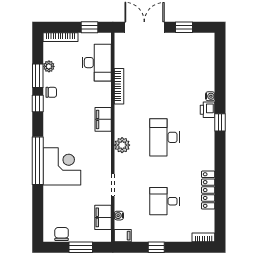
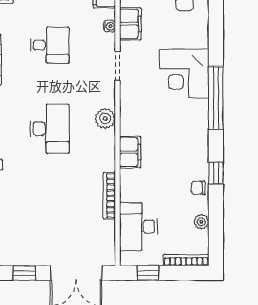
window: (38, 76) -> (216, 209), removed
corner desk: (62, 166) -> (184, 74), moved

